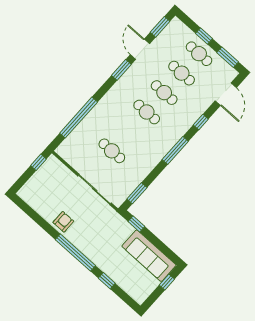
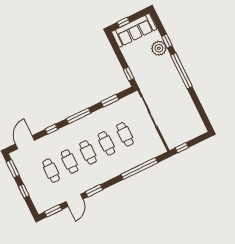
cafe table: (199, 54) -> (106, 143), moved
window: (137, 193) -> (110, 101), moved
armchair: (63, 222) -> (181, 97), removed
sofa: (149, 256) -> (134, 30), moved, turned 90
plant: (113, 268) -> (159, 48), added

